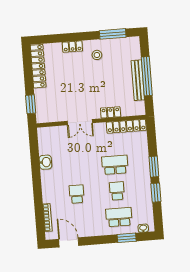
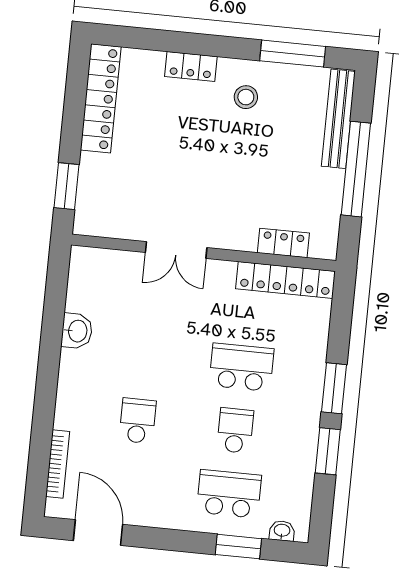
bench: (138, 80) -> (338, 119), moved
locker: (111, 112) -> (283, 243), moved

